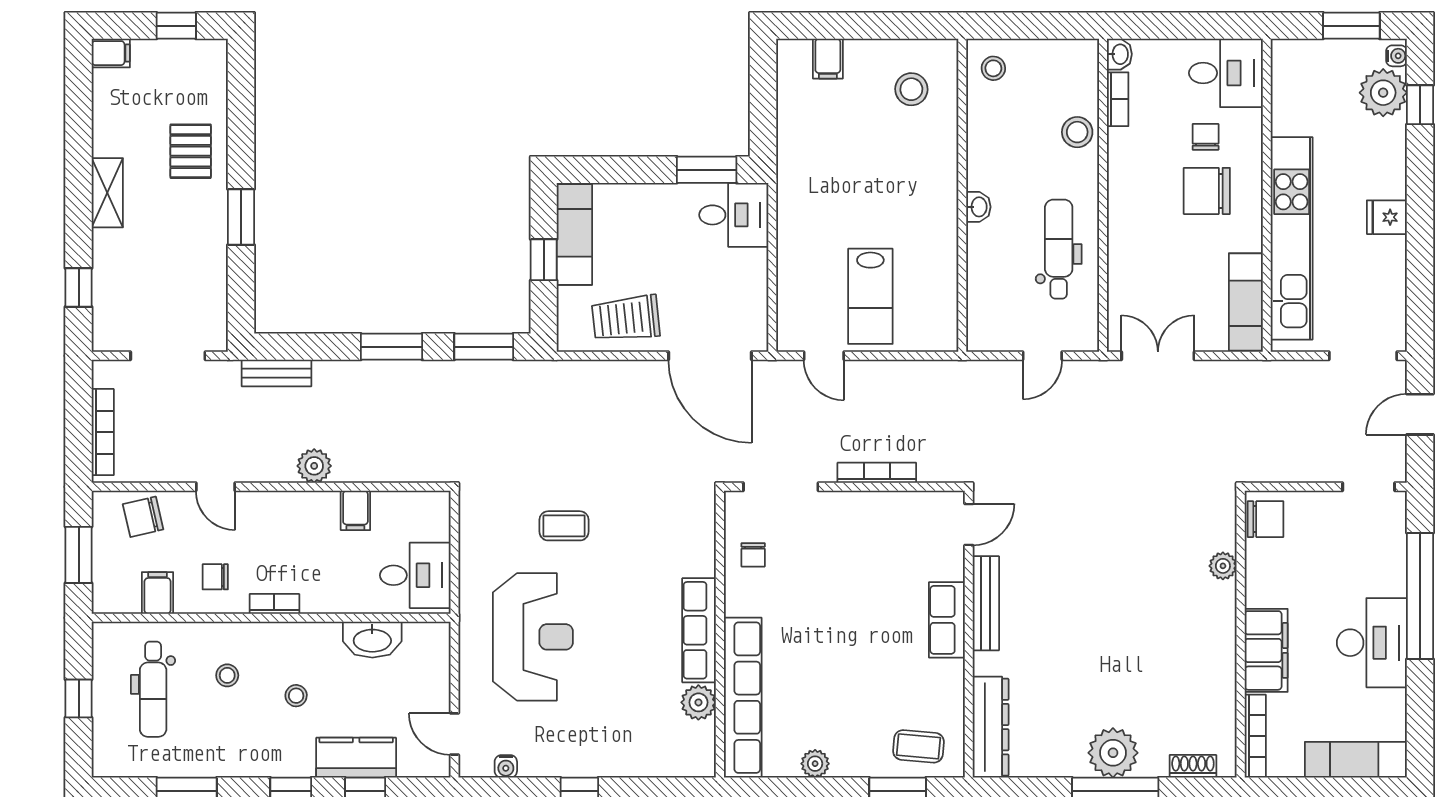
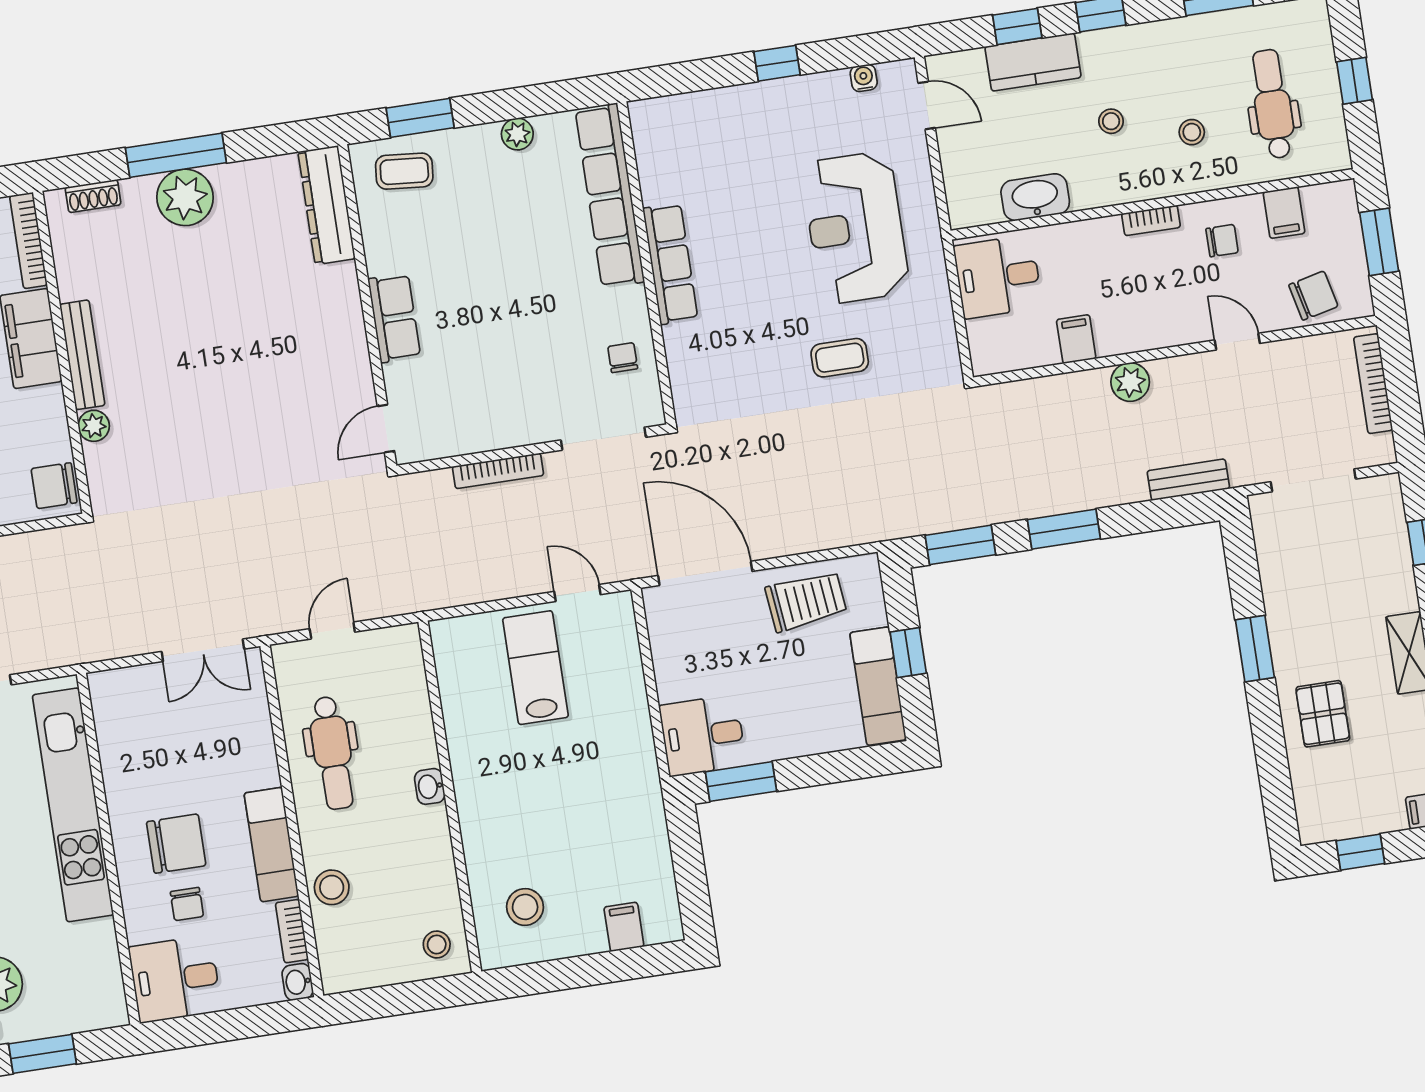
exam couch: (1246, 302) -> (271, 845), moved, turned 180
bench: (986, 603) -> (82, 355), moved
plant: (698, 702) -> (659, 183), removed

